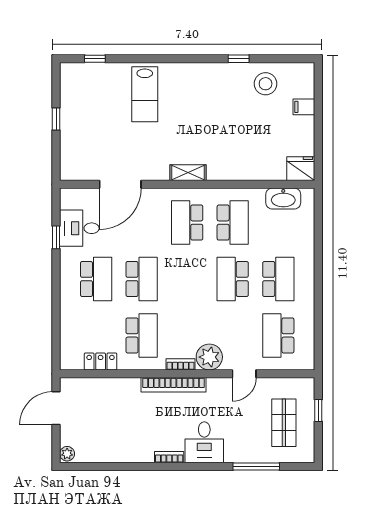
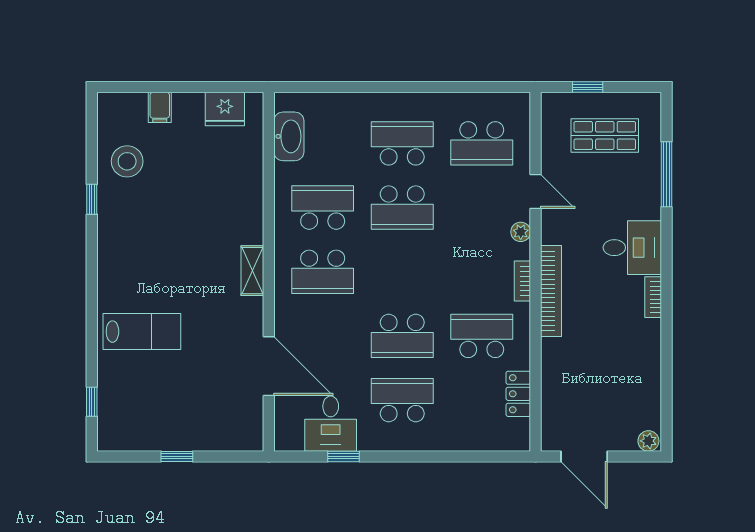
fridge: (301, 169) -> (225, 109), moved, turned -90
school desk: (142, 279) -> (402, 336), turned 180
plant: (209, 357) -> (521, 232), width x0.53, depth x0.53

